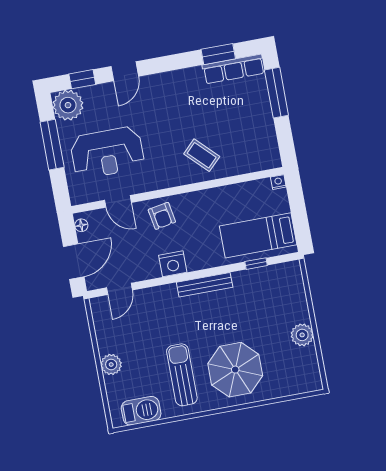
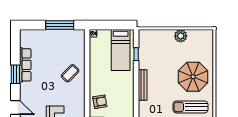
window: (218, 54) -> (15, 74), moved
row of seats: (233, 69) -> (25, 65), moved
window: (276, 93) -> (60, 25), moved
nightstand: (173, 264) -> (128, 101), removed

